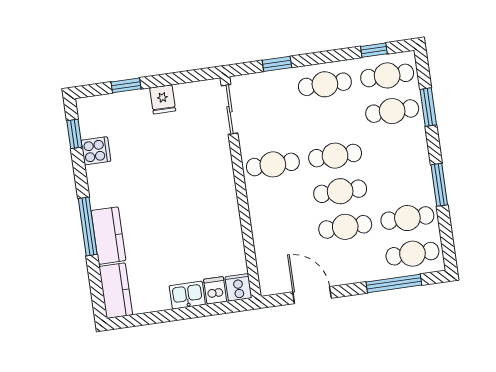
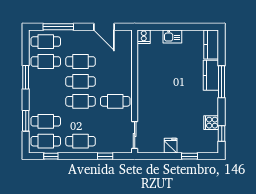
dishwasher: (215, 290) -> (157, 37), removed

